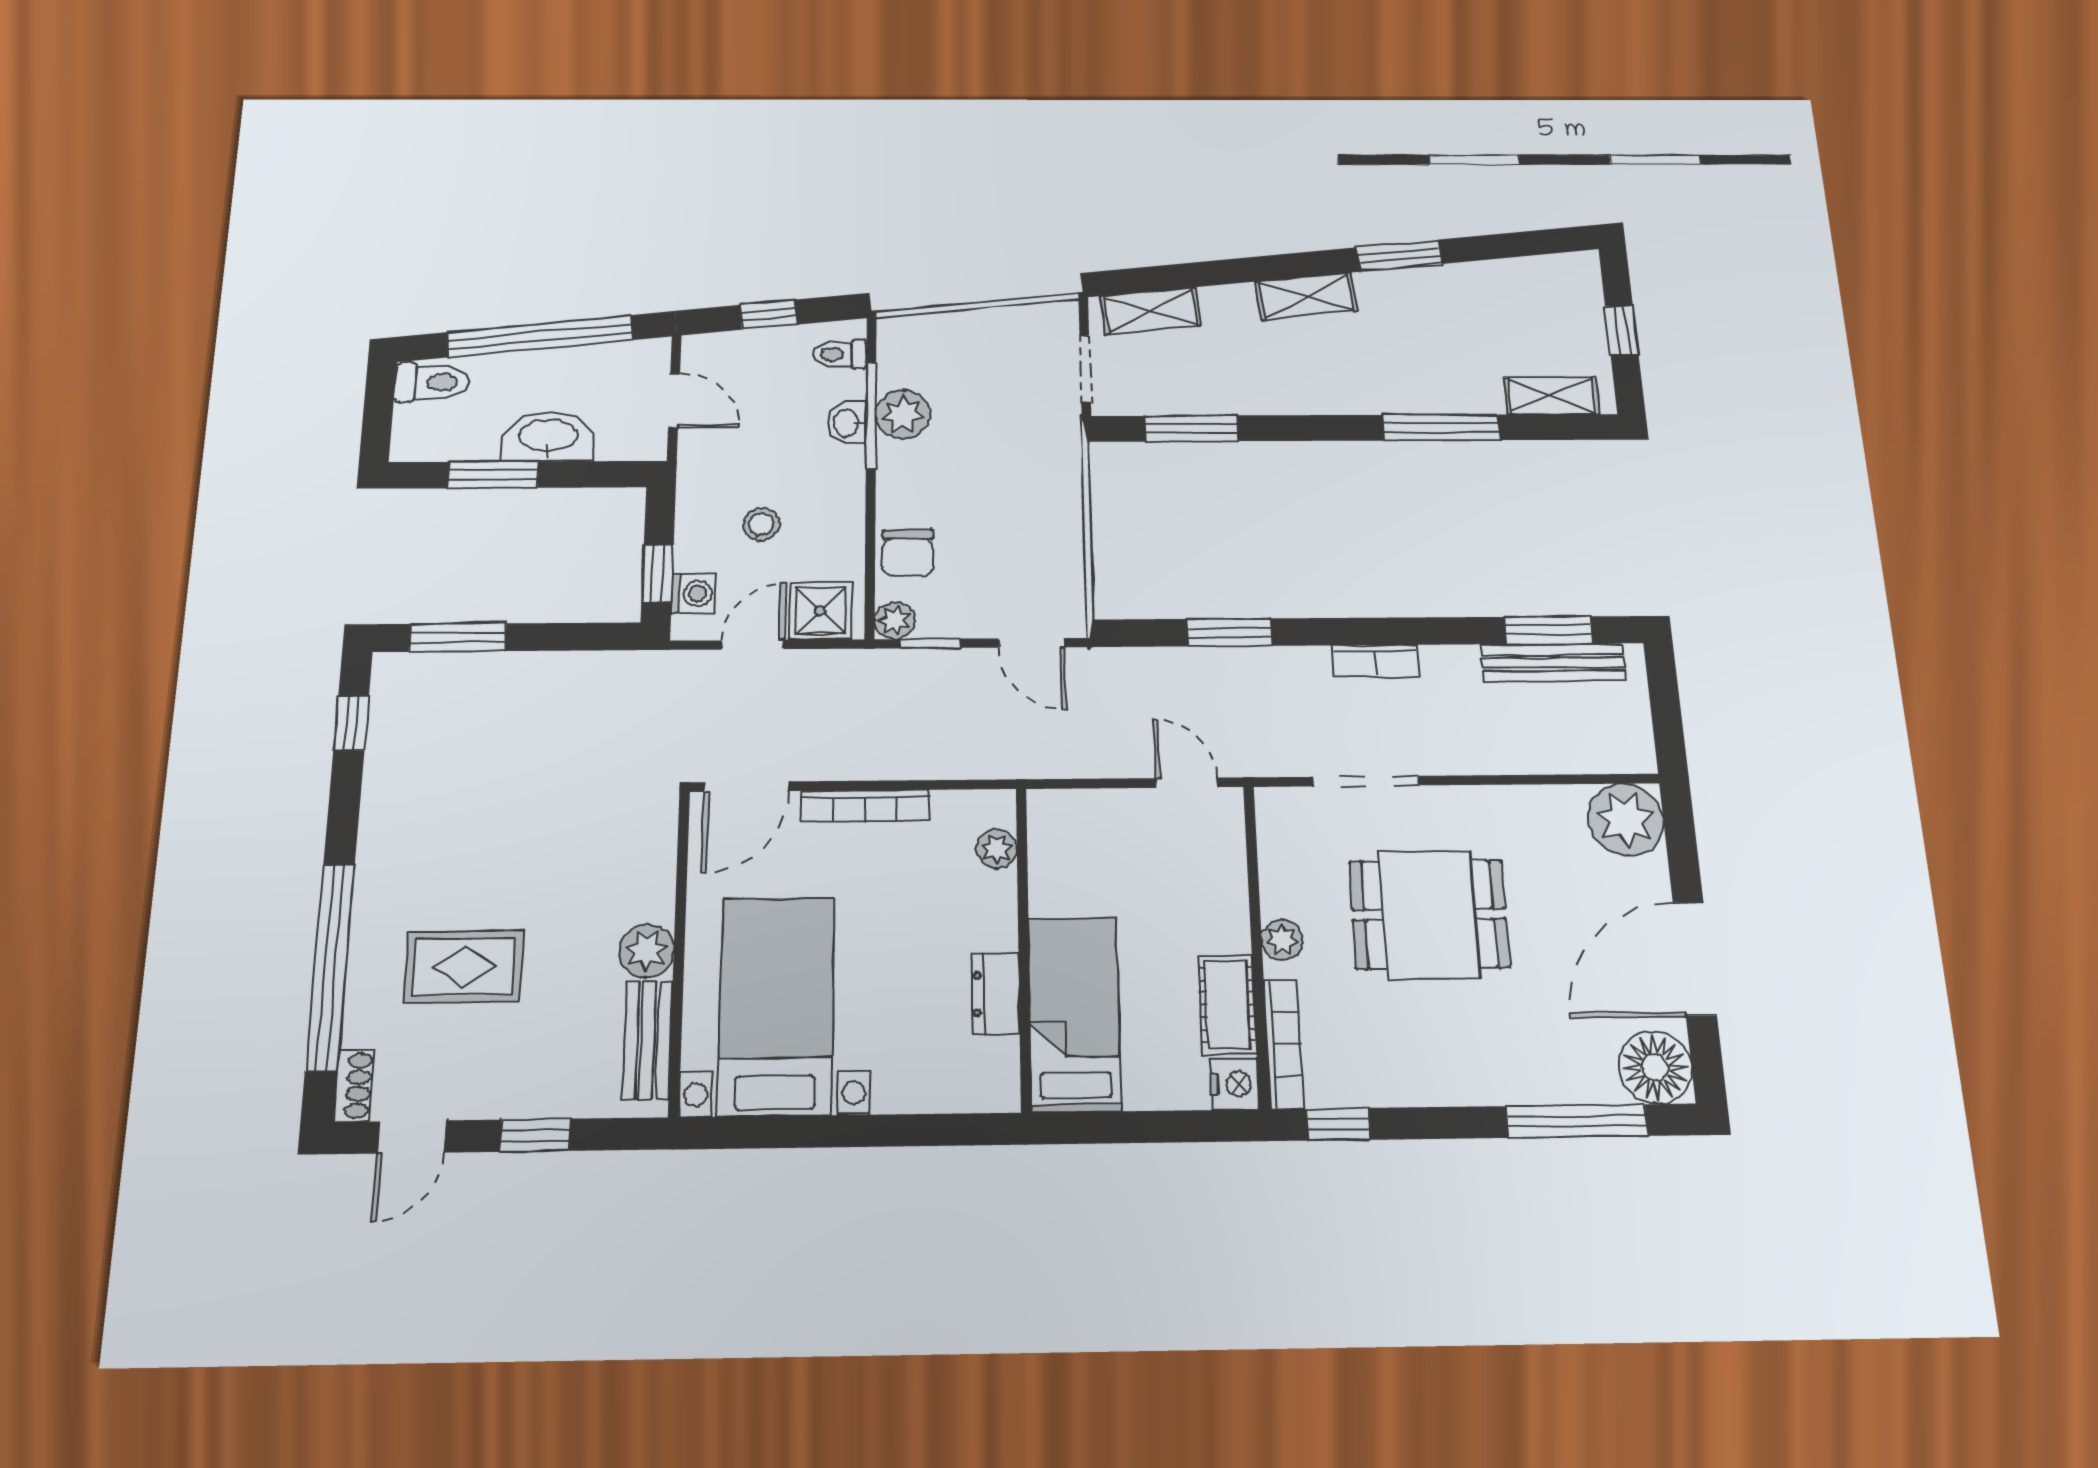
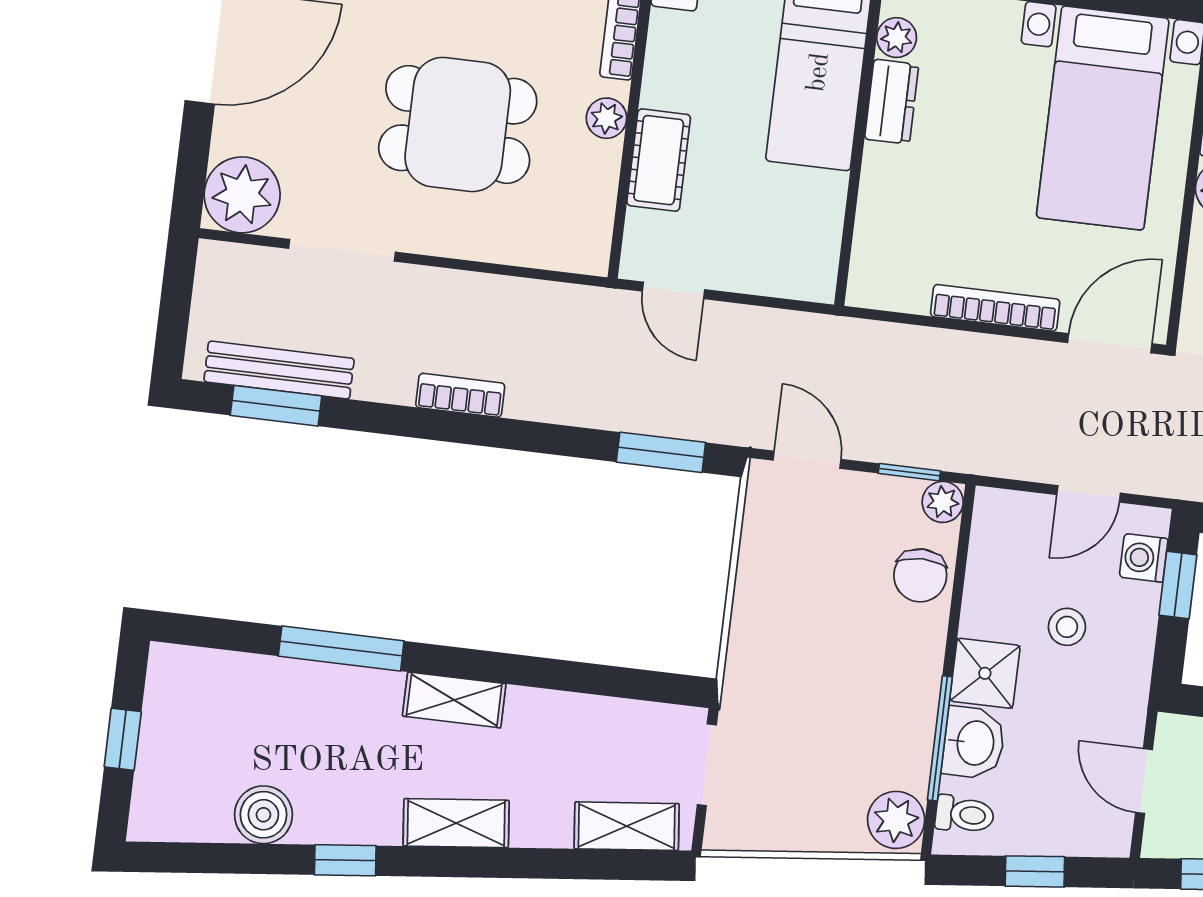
window: (1399, 256) -> (345, 860), width x0.67
boiler: (1481, 284) -> (263, 815), added
shelving: (1551, 396) -> (454, 700), moved
plant: (903, 414) -> (896, 820), moved
washbasin: (847, 423) -> (974, 743), width x1.38, depth x1.45
window: (1191, 429) -> (605, 680), removed
chair: (908, 553) -> (920, 575), turned 180
shower: (820, 611) -> (985, 673), moved
window: (1229, 632) -> (661, 452), moved
doorway: (1366, 781) -> (342, 250), moved
plant: (997, 849) -> (897, 38), moved
cot: (1227, 1004) -> (659, 160), moved

